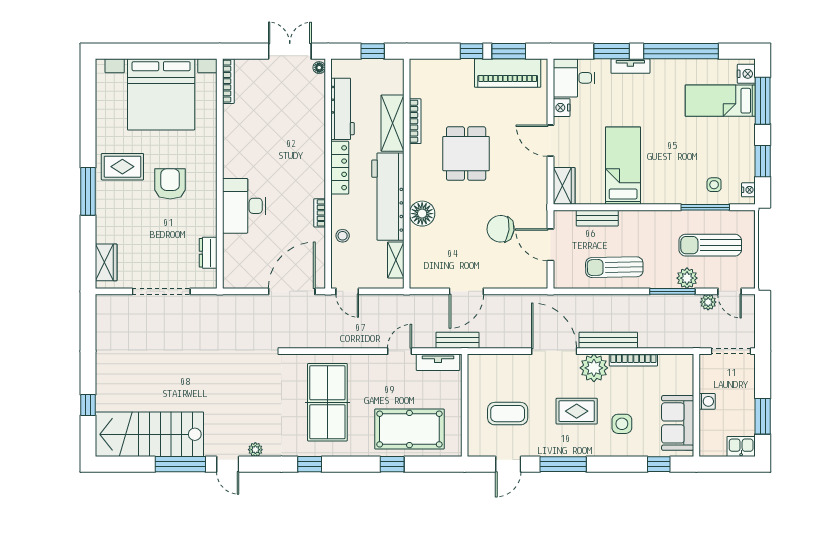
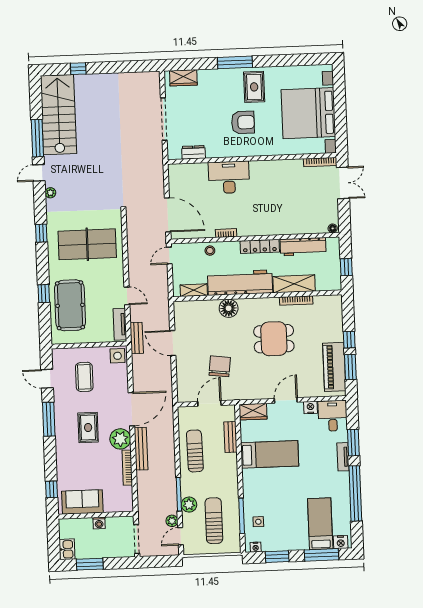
double door: (290, 51) -> (343, 183), moved
side table: (622, 424) -> (118, 356), moved

